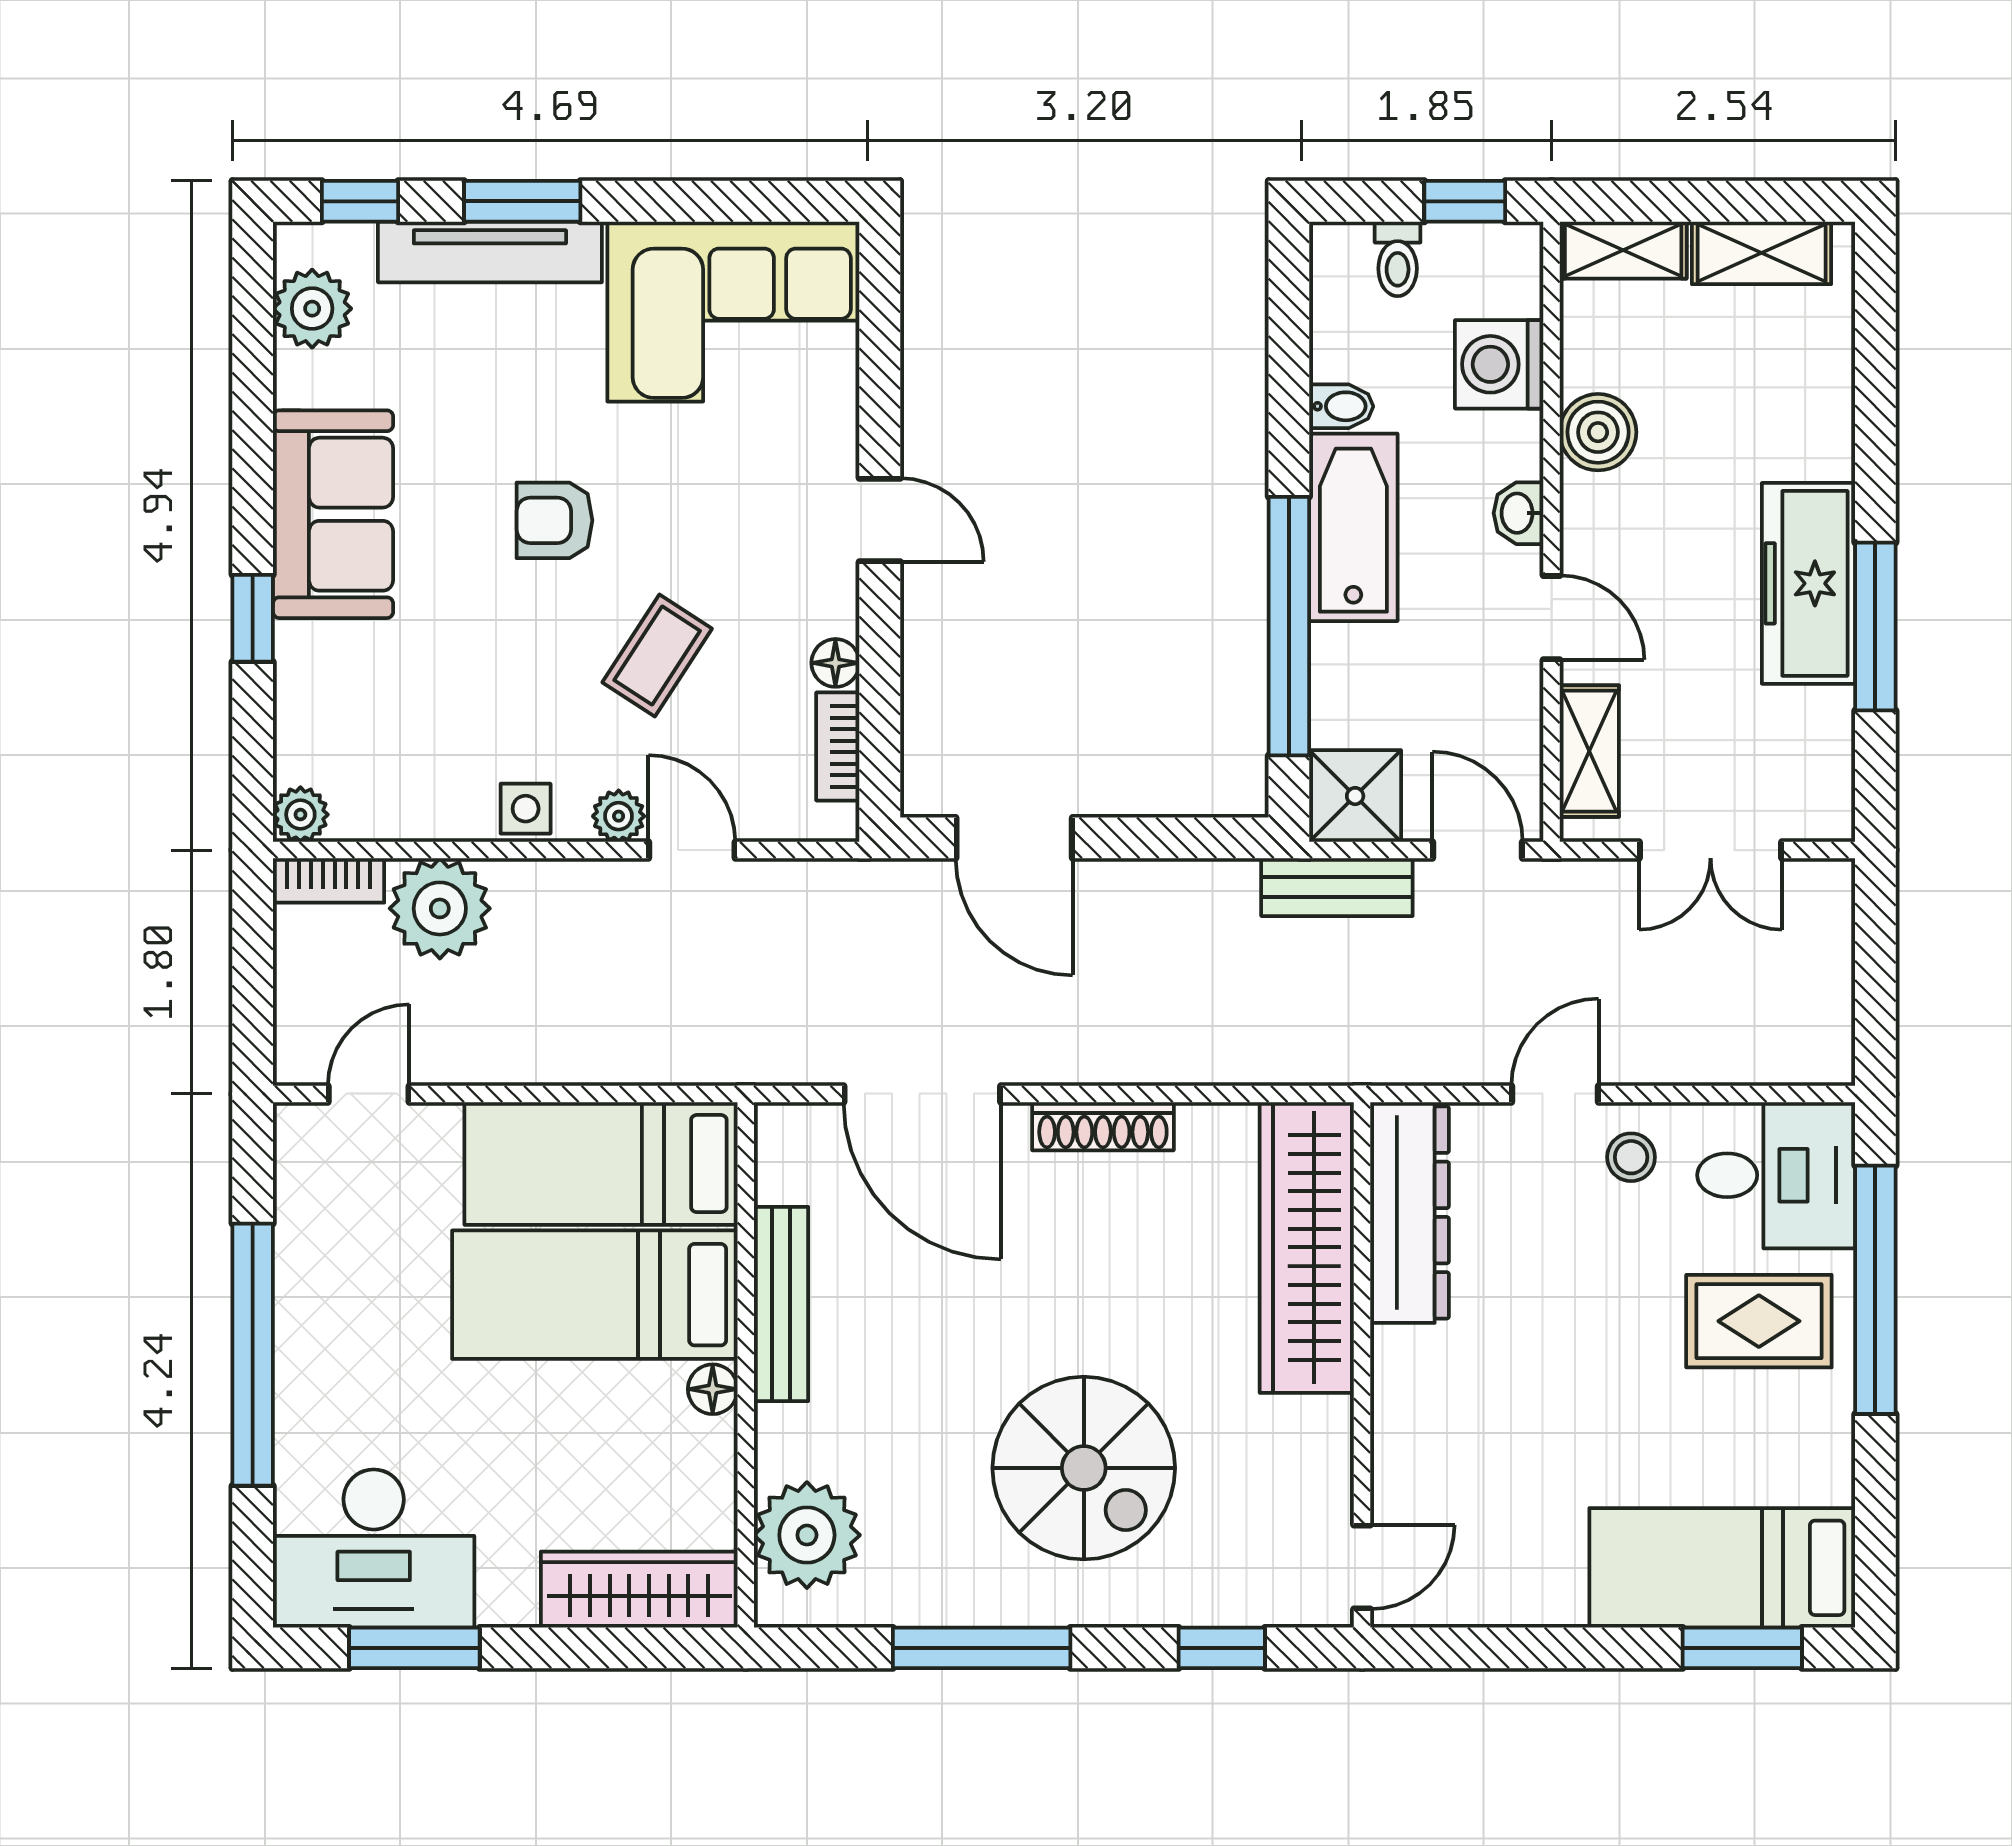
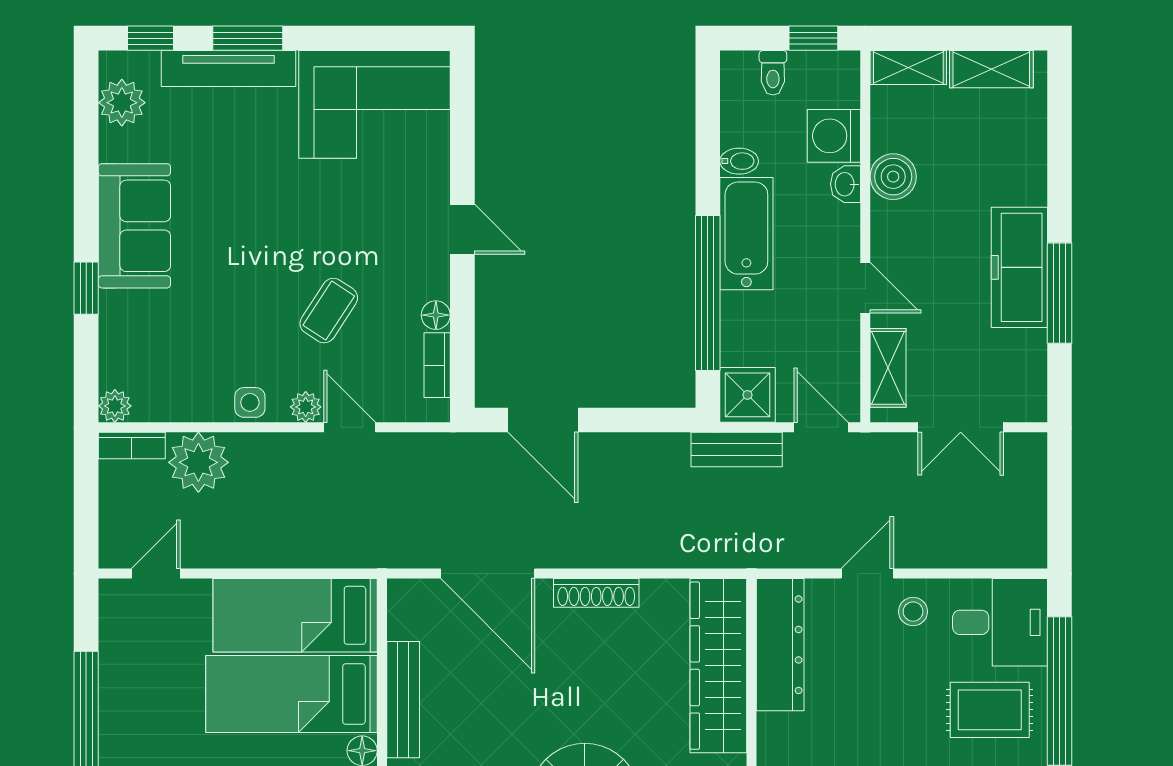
washbasin: (1519, 513) -> (846, 184), moved
armchair: (554, 520) -> (267, 230), removed

